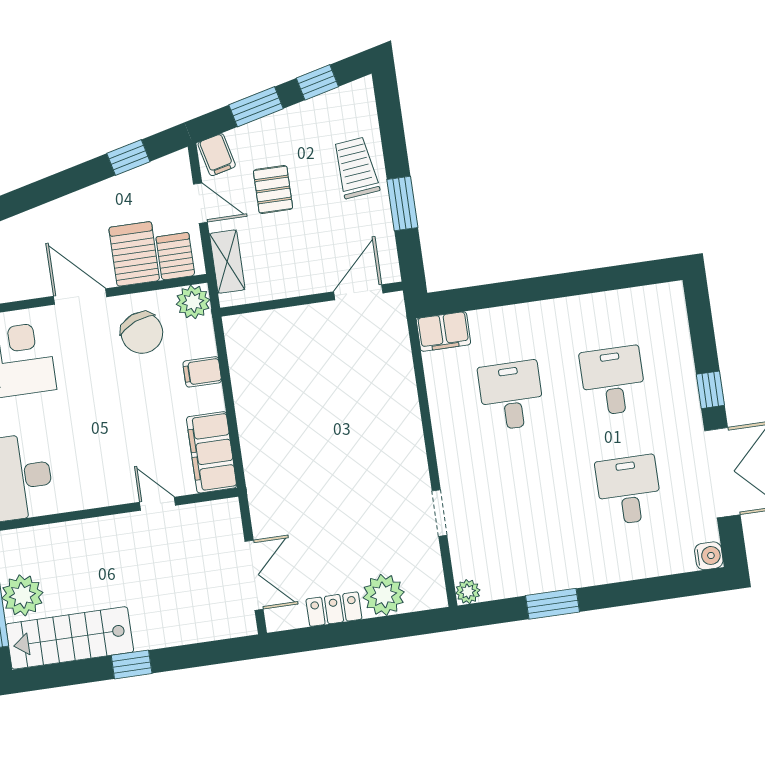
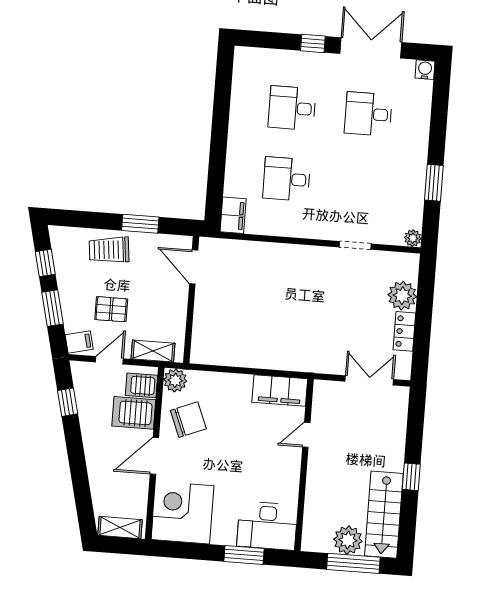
filing cabinet: (202, 372) -> (224, 385), removed

